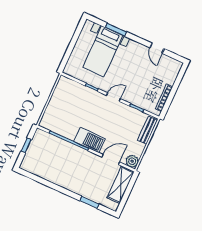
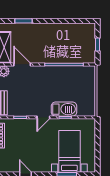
barbecue: (89, 140) -> (64, 109), moved, turned 180
door: (111, 160) -> (22, 64), swing flipped

